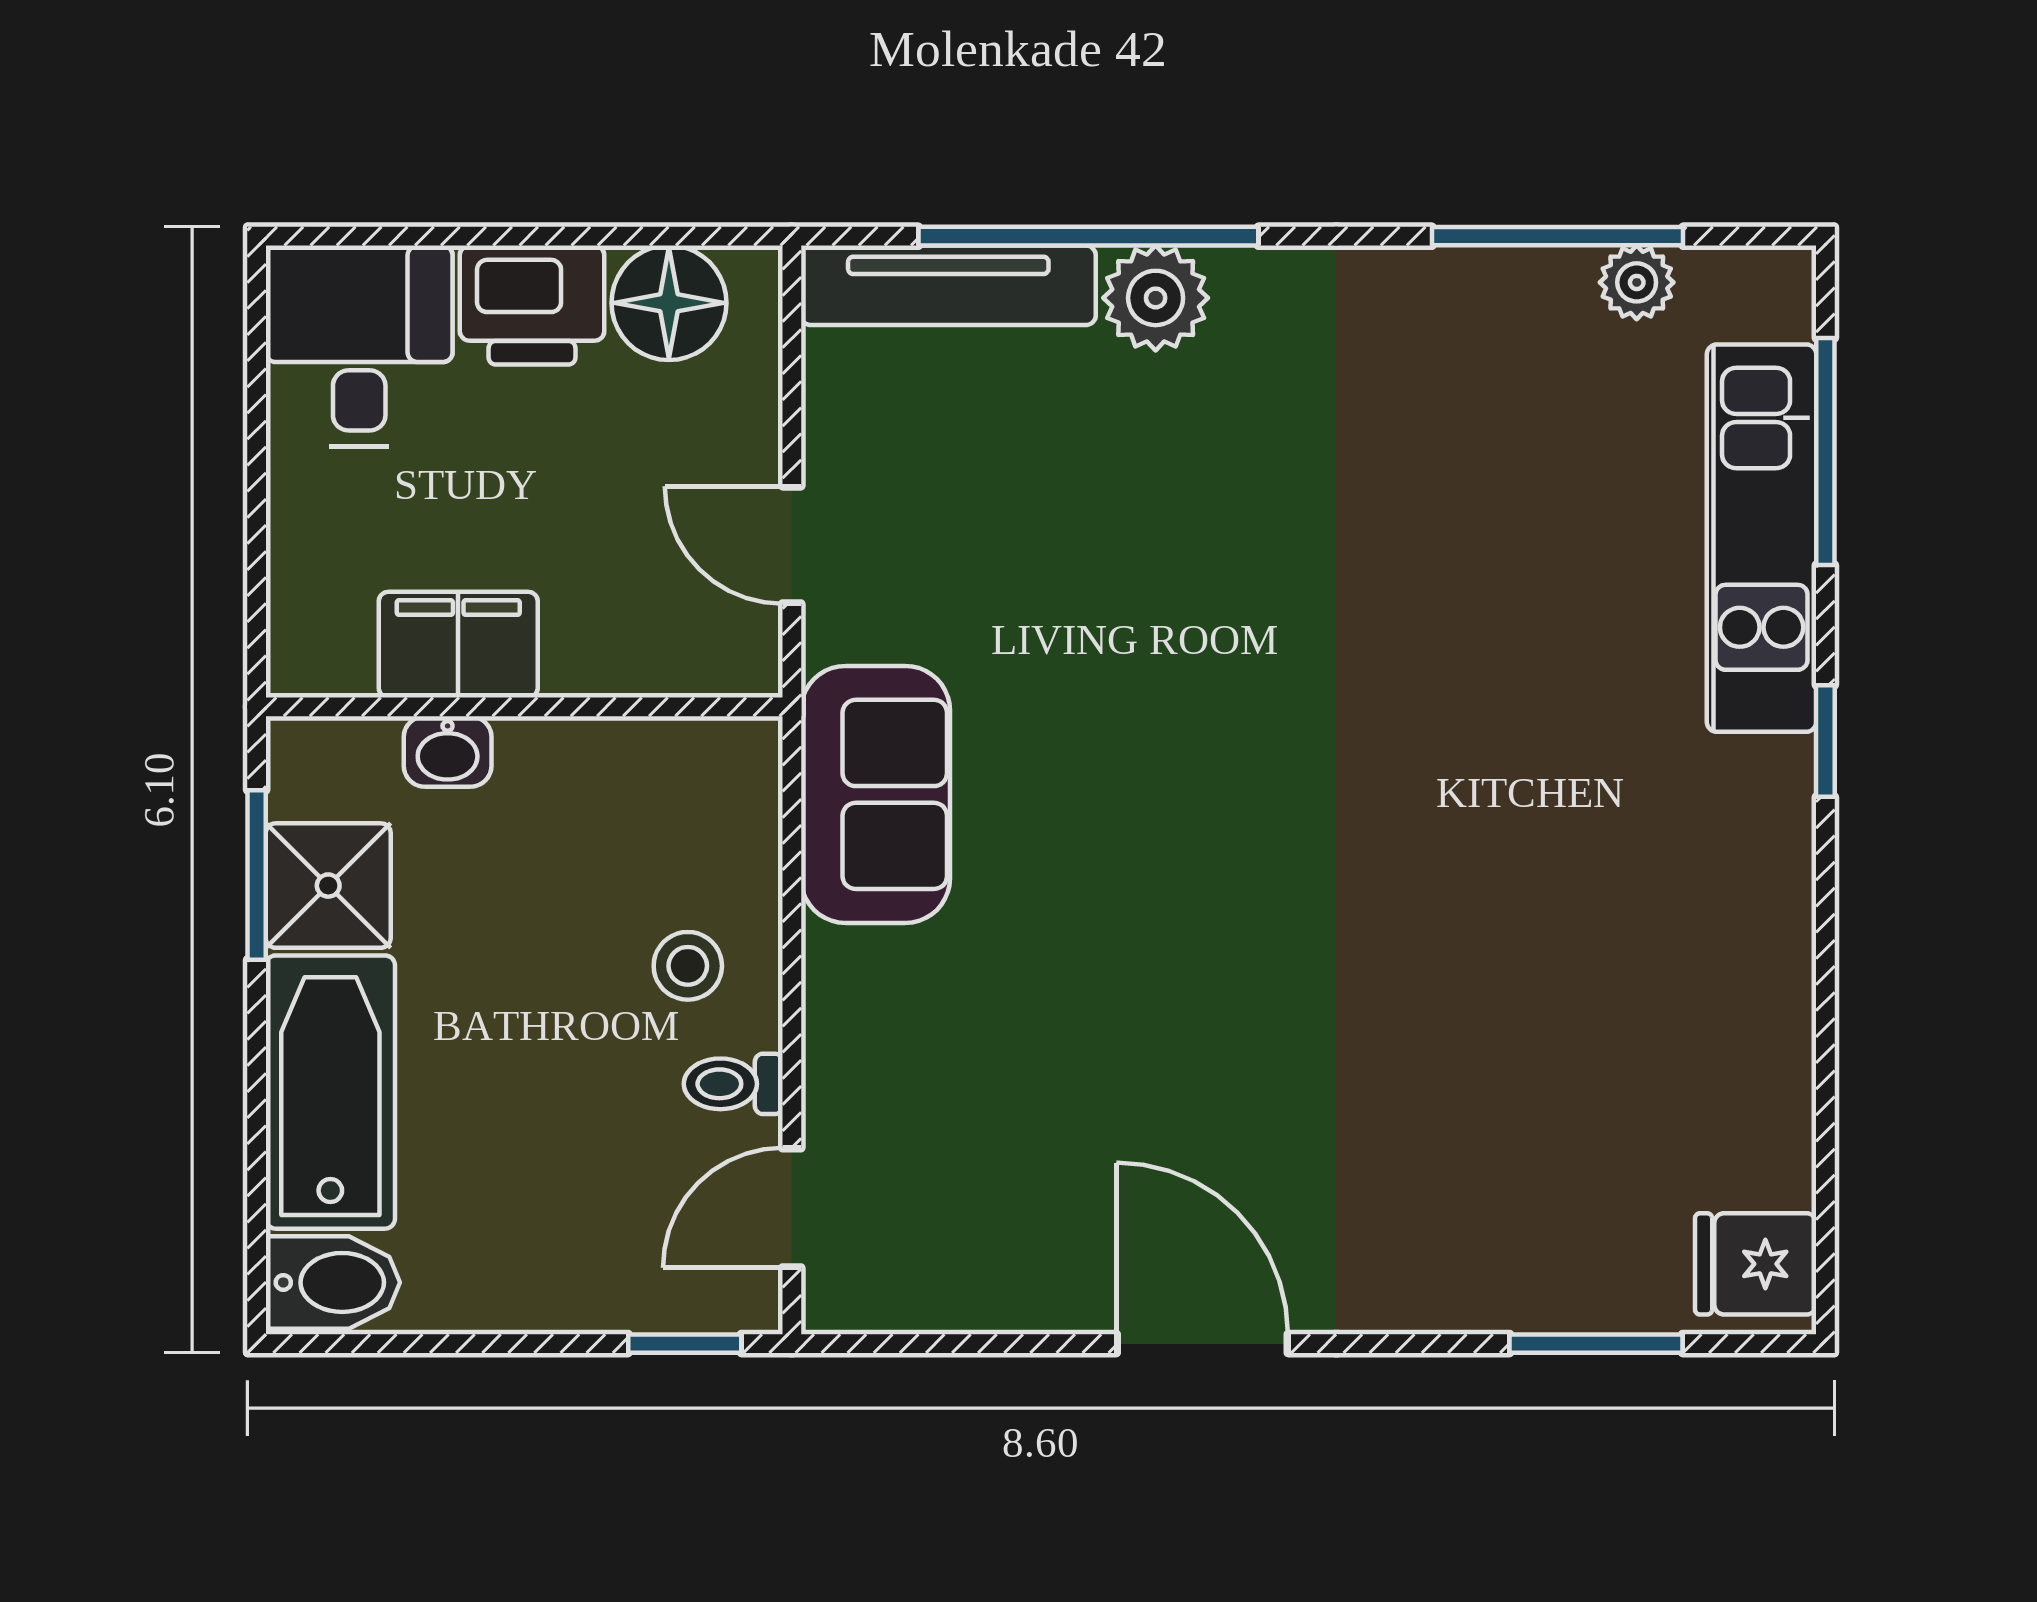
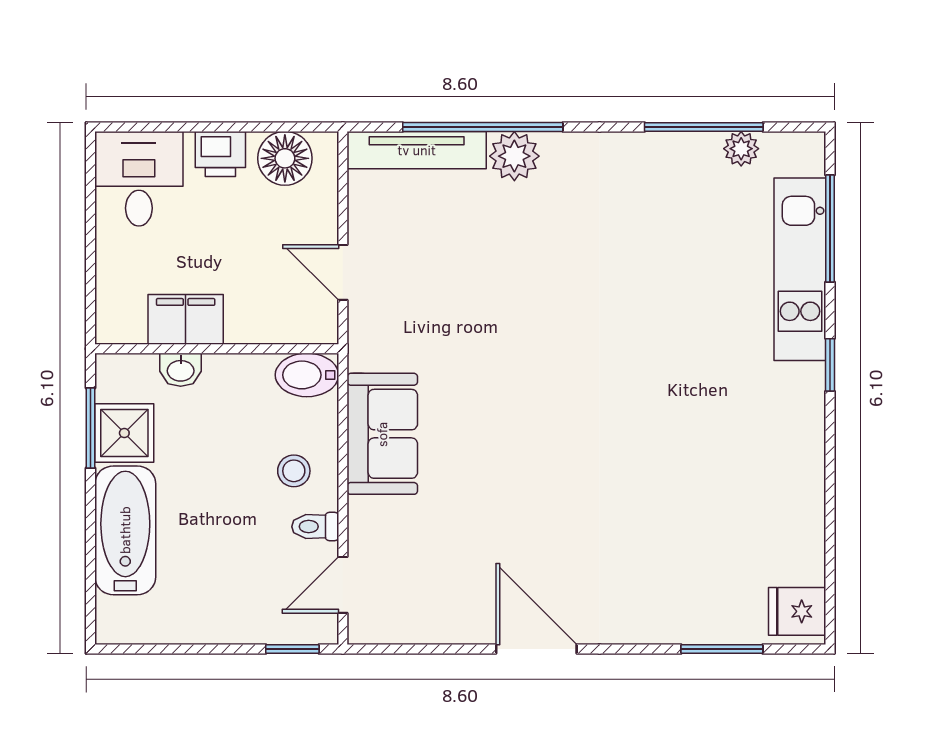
printer: (532, 305) -> (220, 154), width x0.73, depth x0.81
sofa: (875, 794) -> (382, 434), moved
bidet: (333, 1282) -> (307, 375), moved, turned 180

